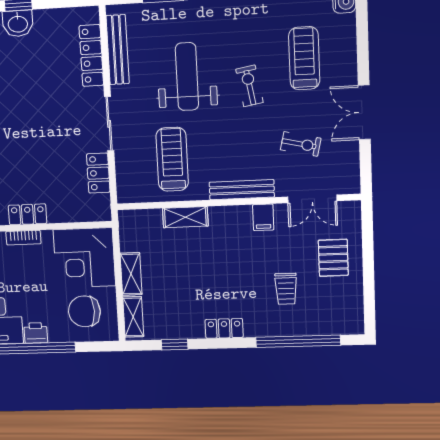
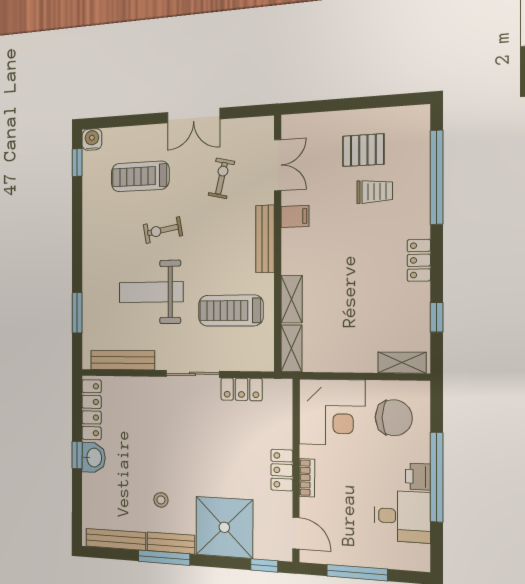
locker: (91, 56) -> (91, 410), moved, turned -90
pallet: (333, 258) -> (363, 150), moved
shelving: (131, 274) -> (291, 348), moved, turned 90
chair: (84, 311) -> (394, 418), turned -90

